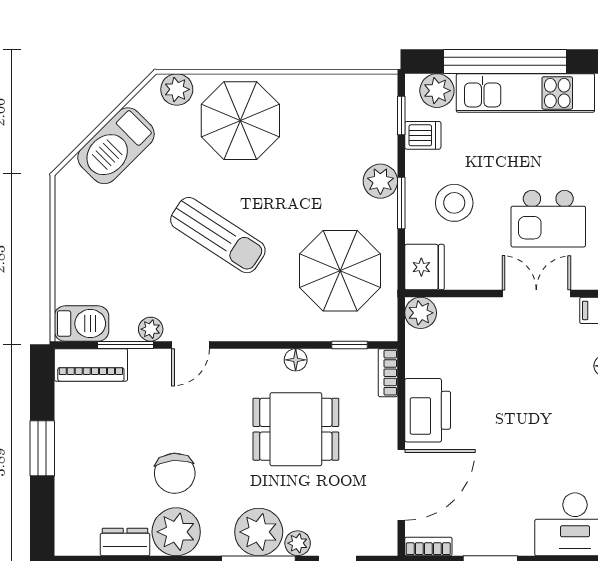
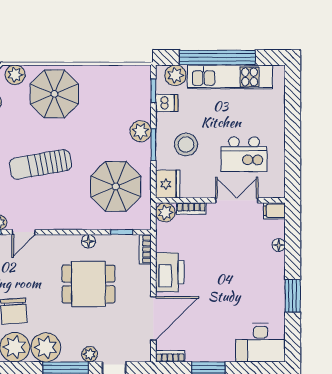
sun lounger: (218, 235) -> (40, 164), turned 137
bookcase: (463, 307) -> (191, 209), added
plant: (259, 532) -> (46, 347), moved

